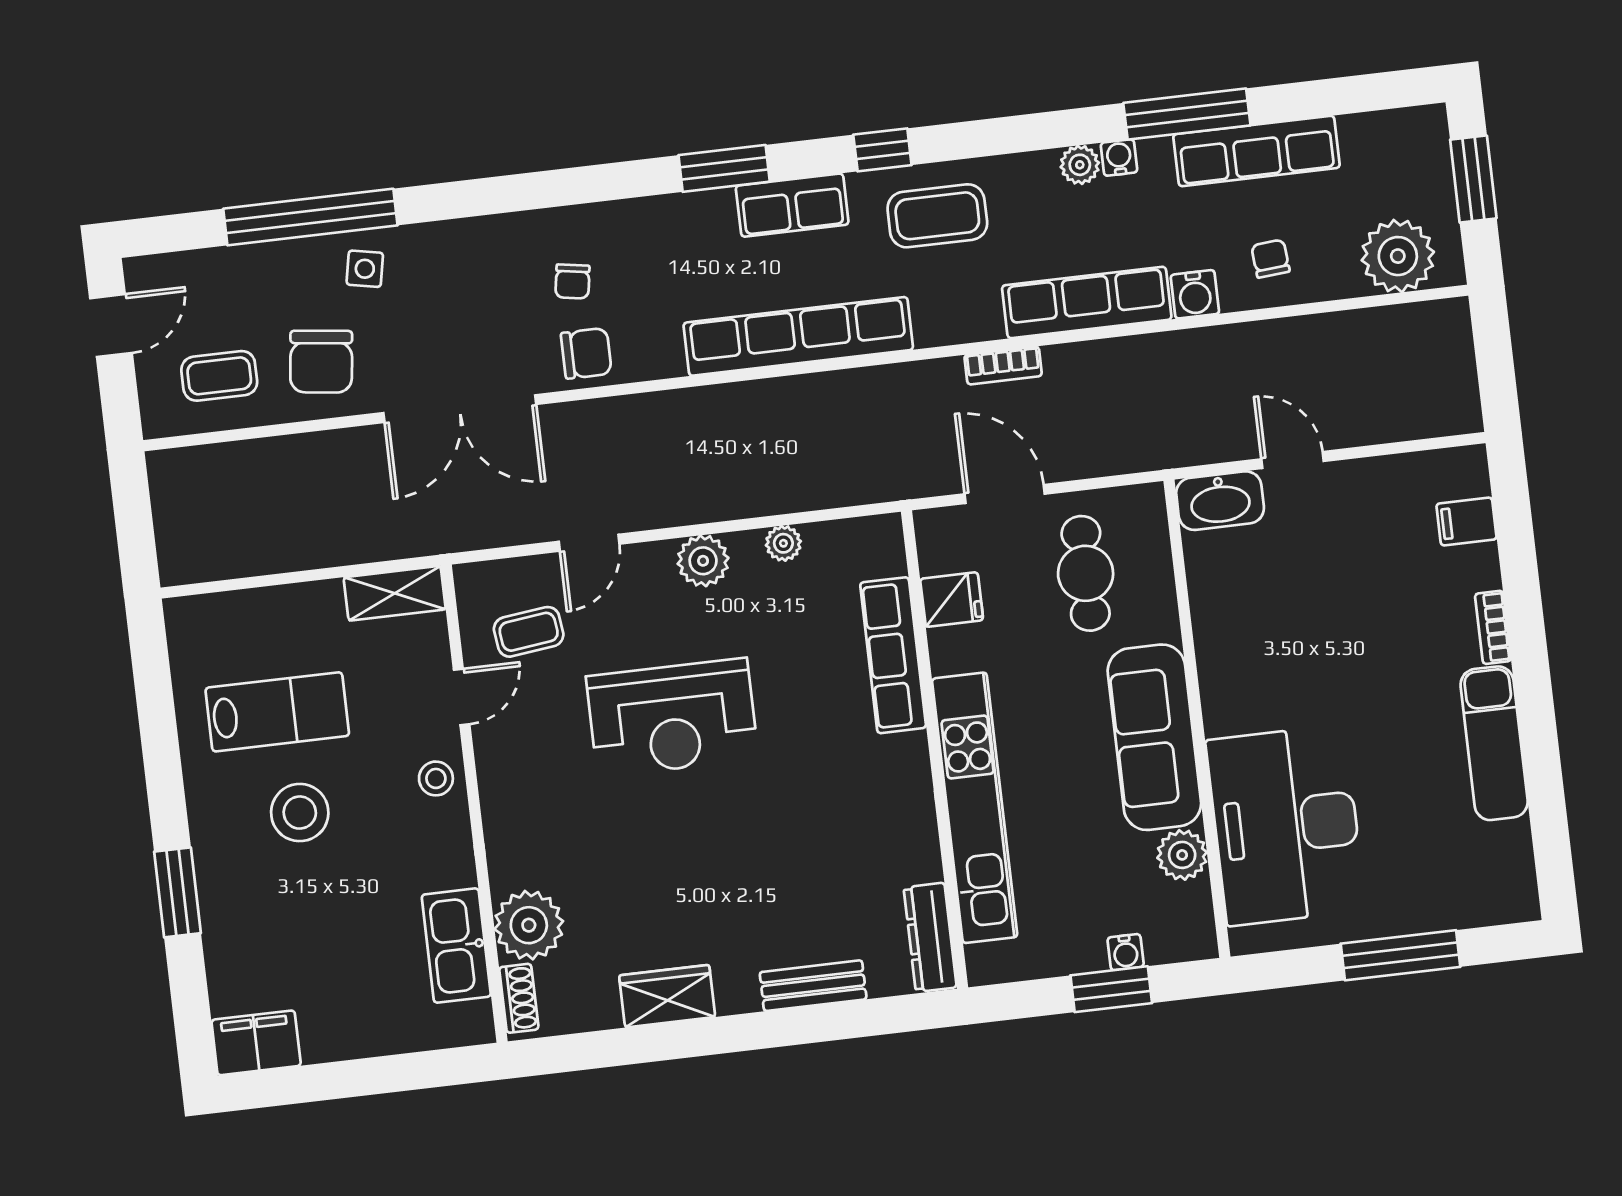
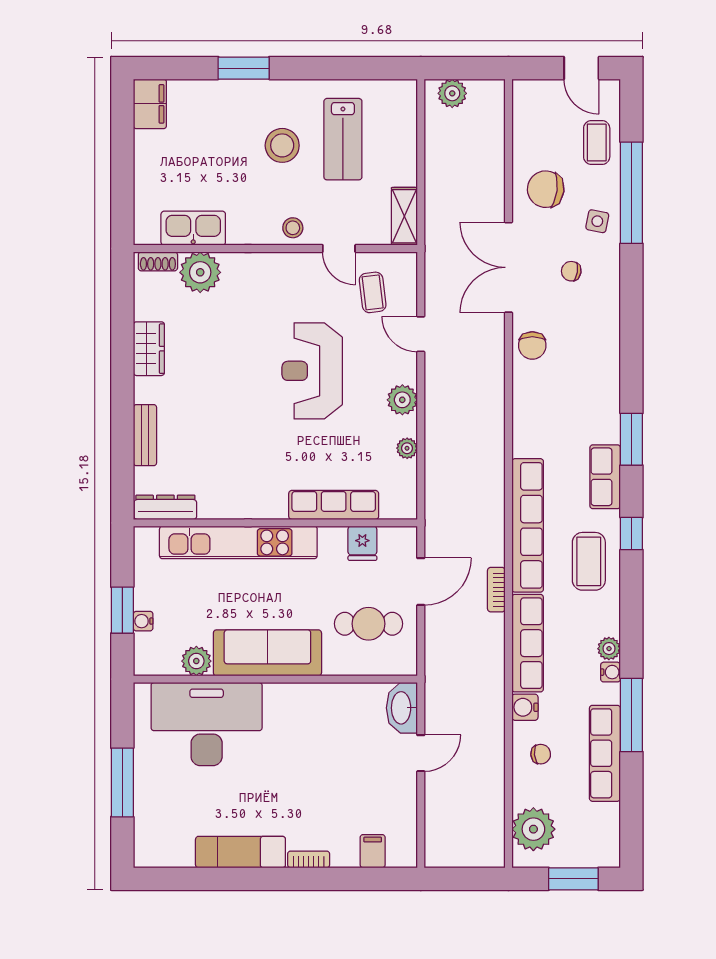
chair: (572, 281) -> (571, 271), moved
row of seats: (798, 336) -> (528, 525), moved
coffee table: (219, 376) -> (597, 142), moved
plant: (179, 537) -> (452, 93), added

